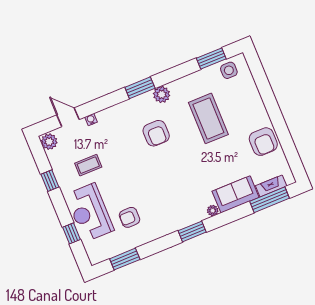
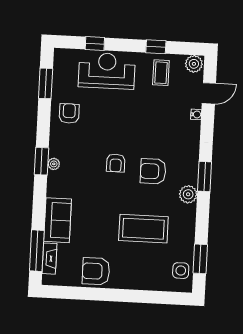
coffee table: (88, 165) -> (161, 73), moved
armchair: (164, 168) -> (116, 163), added
plant: (213, 211) -> (54, 164), moved
armchair: (130, 217) -> (69, 113), moved

